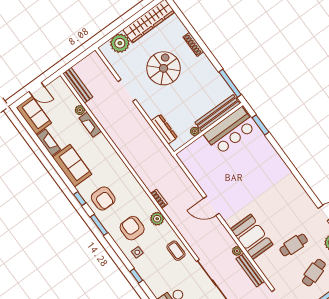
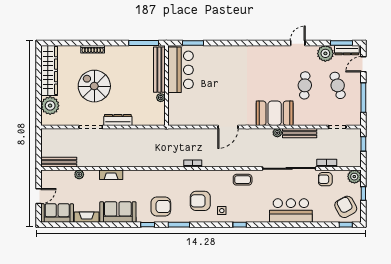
fireplace: (90, 125) -> (111, 175), moved
dresser: (164, 129) -> (118, 120), moved
plant: (157, 219) -> (207, 176), removed

